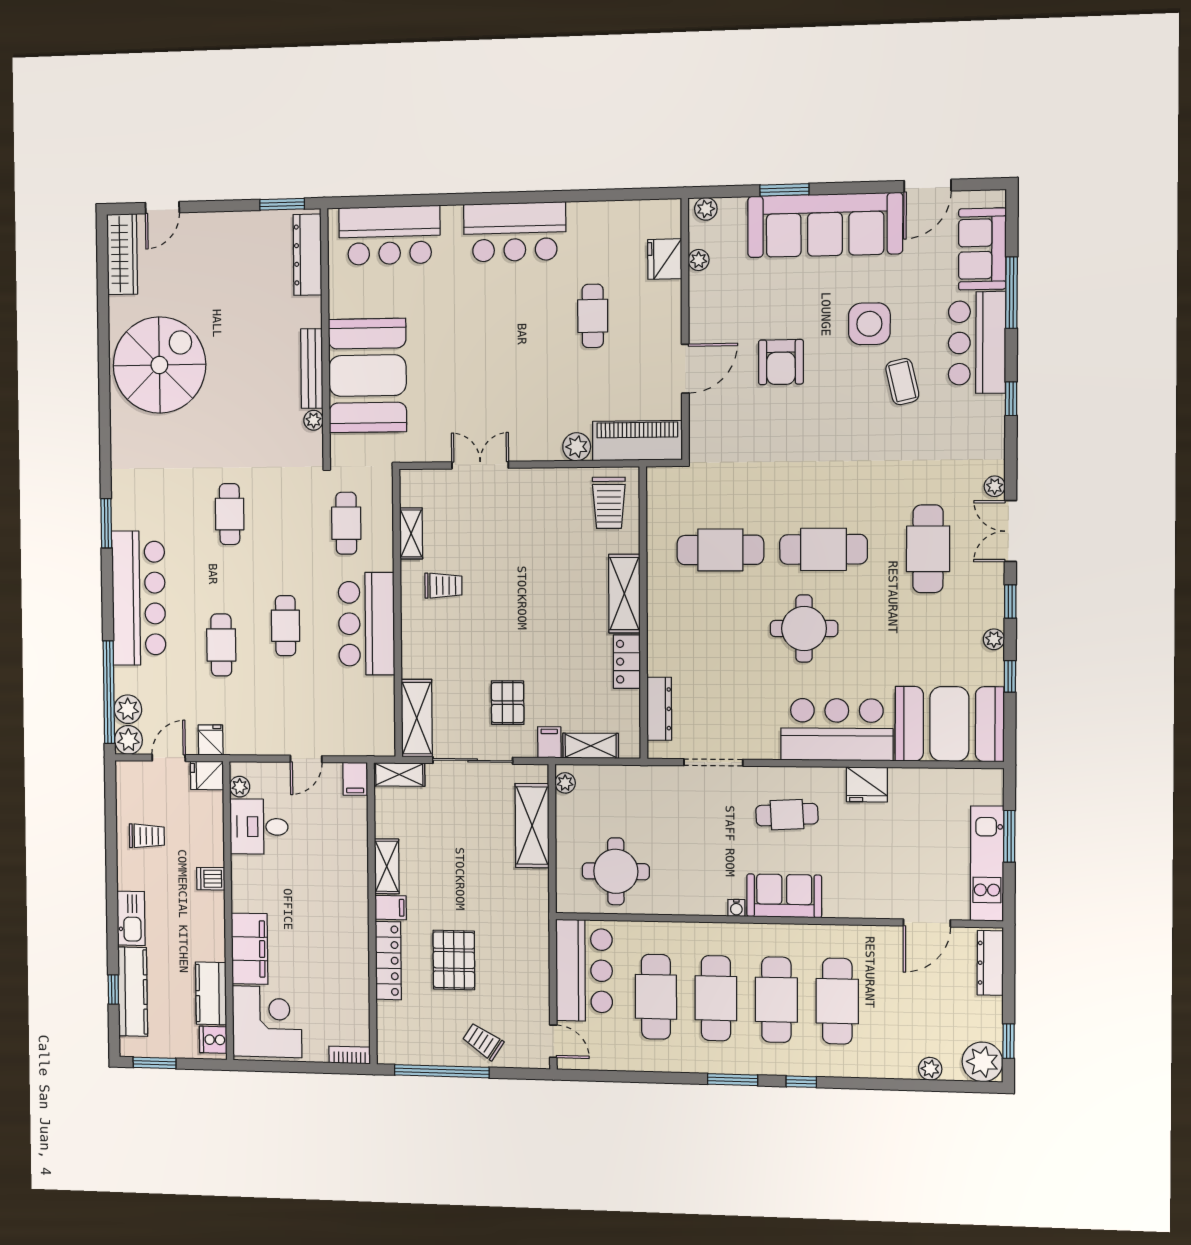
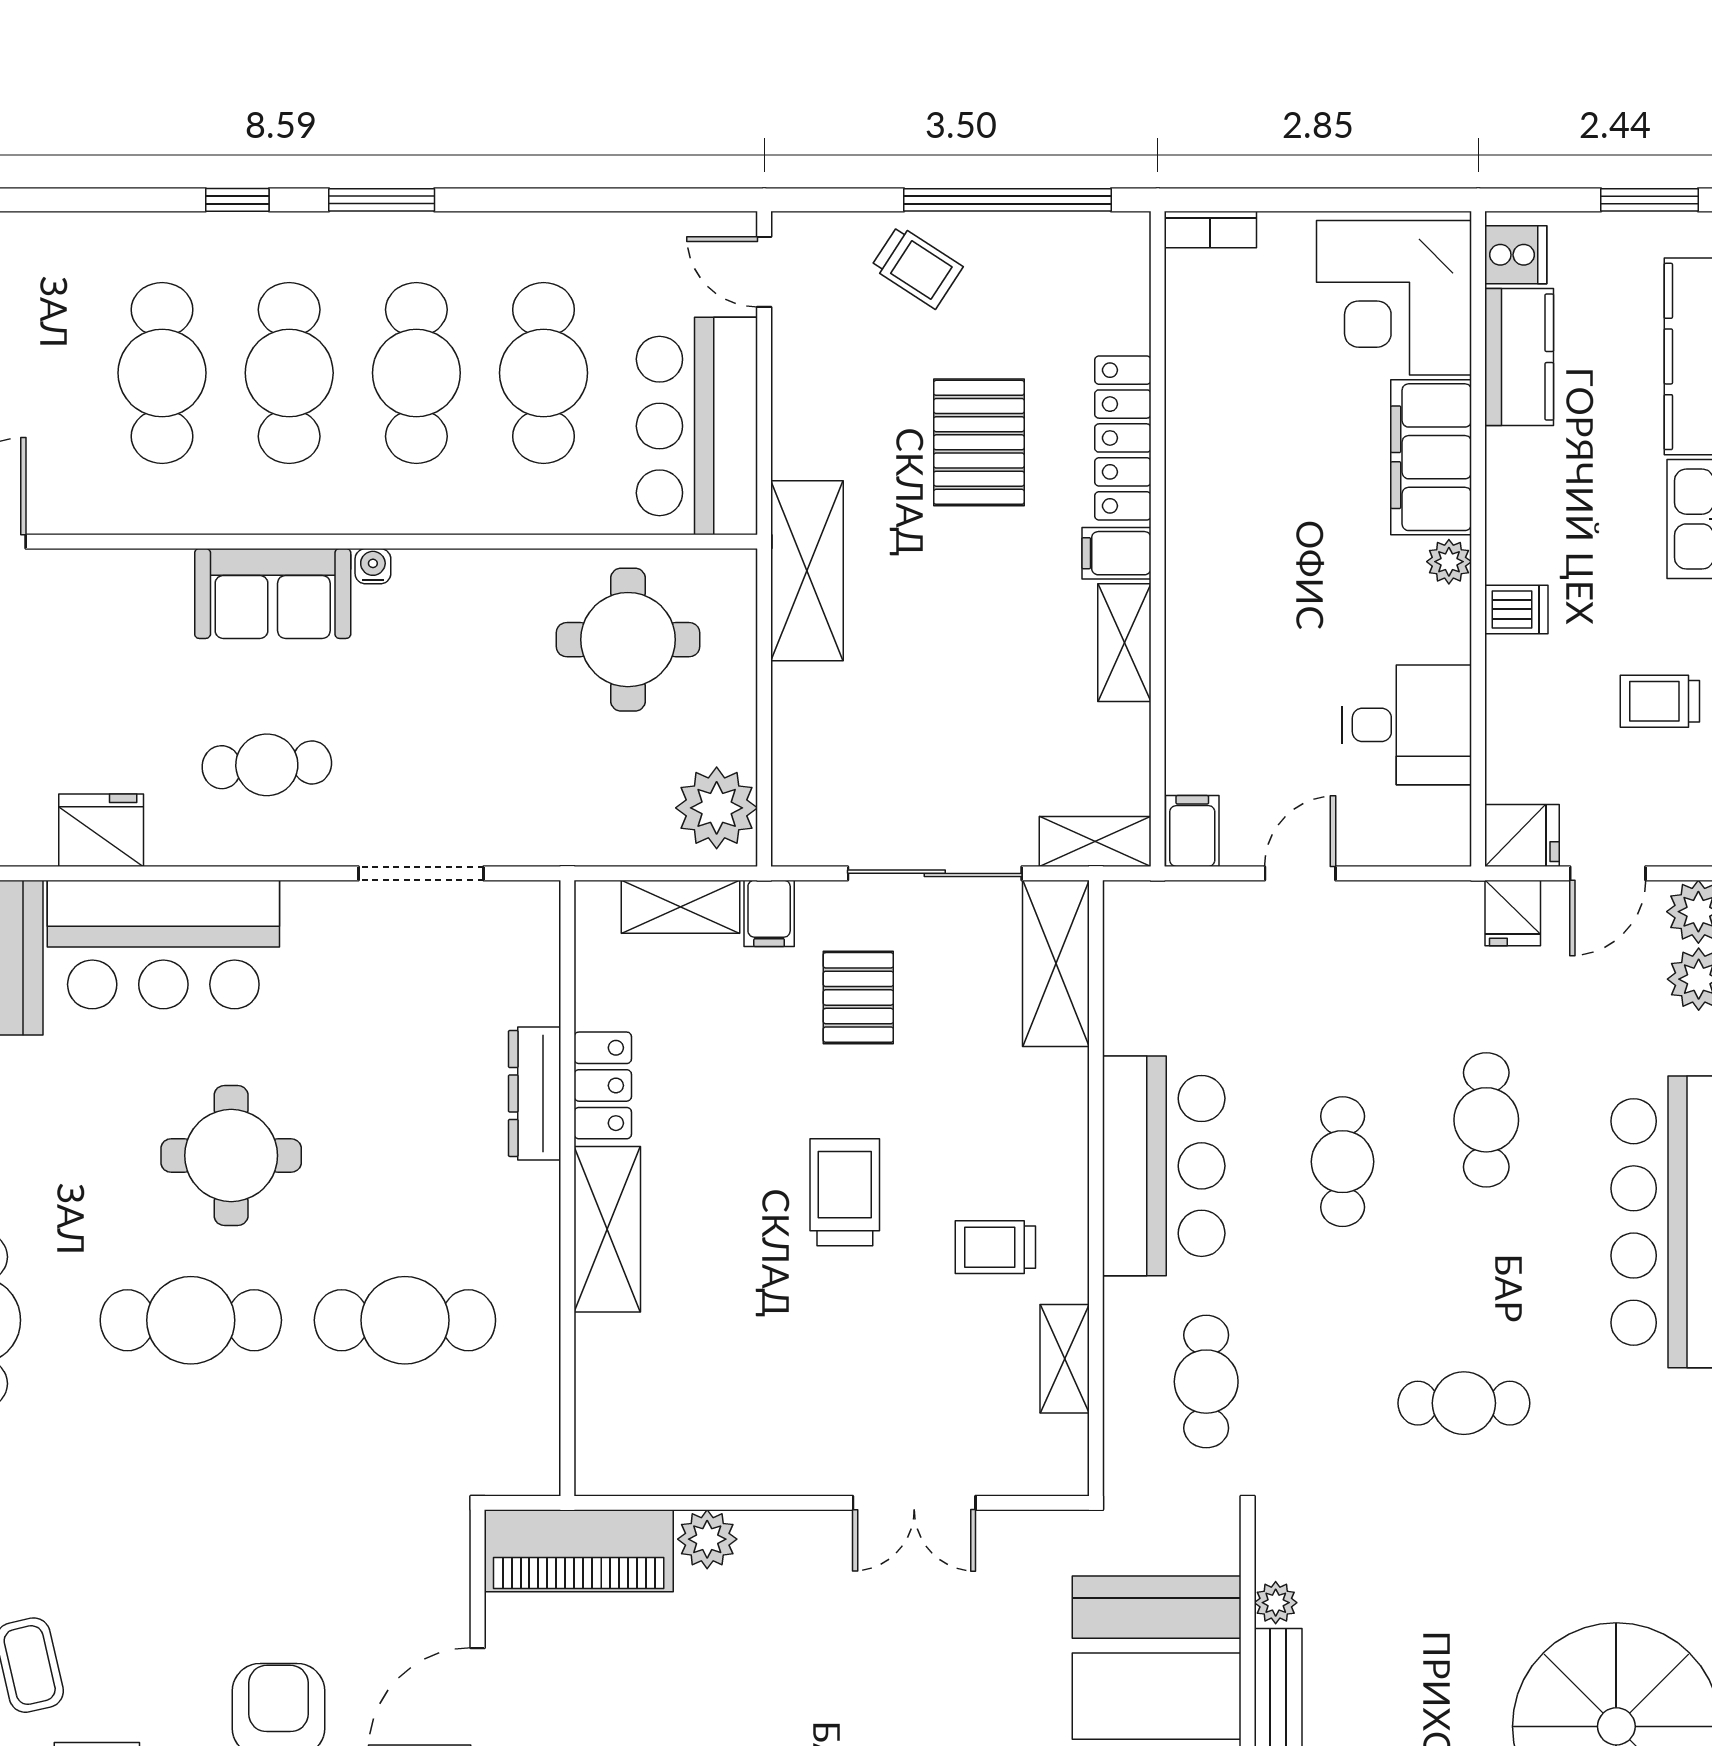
trolley: (609, 503) -> (845, 1192), moved
cafe table: (230, 514) -> (1464, 1403), turned 90
dresser: (659, 709) -> (535, 1093), moved
plant: (565, 783) -> (717, 808), width x1.88, depth x1.88
plant: (240, 787) -> (1449, 562), moved
shelving: (532, 826) -> (807, 571), moved

